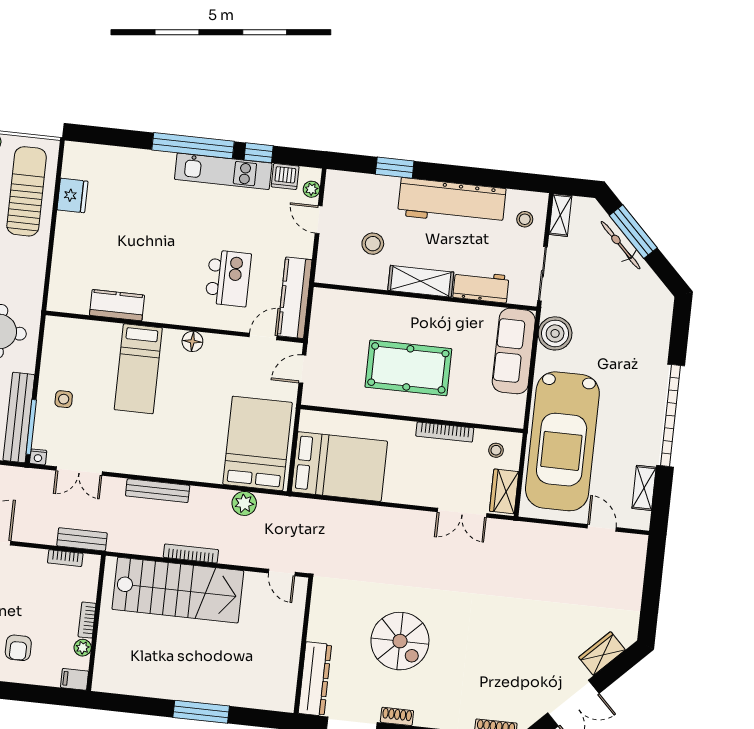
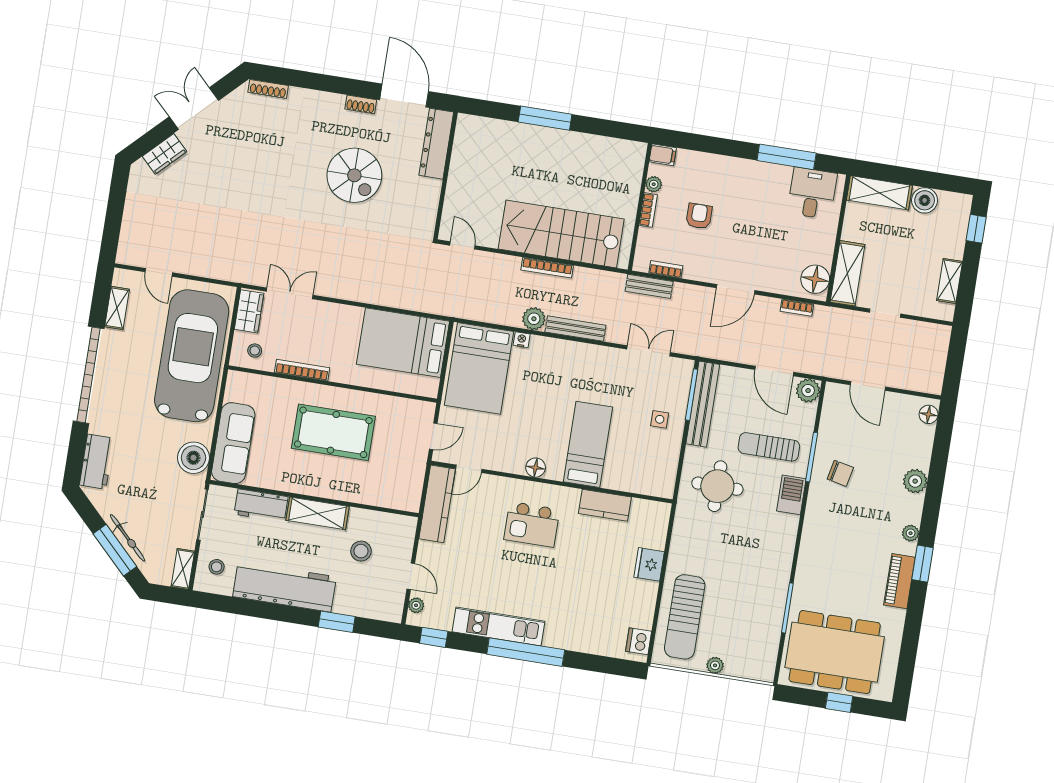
window: (259, 153) -> (434, 637), moved
dishwasher: (285, 176) -> (639, 641), moved, turned -90
fridge: (72, 196) -> (649, 564), moved
kitchen island: (228, 278) -> (532, 524), moved, turned -90
workbench: (657, 324) -> (97, 462), added
nightstand: (38, 457) -> (522, 340), moved
plant: (244, 503) -> (534, 319), moved
spiral stairs: (400, 641) -> (354, 175), turned 180
armchair: (18, 648) -> (699, 216), moved

